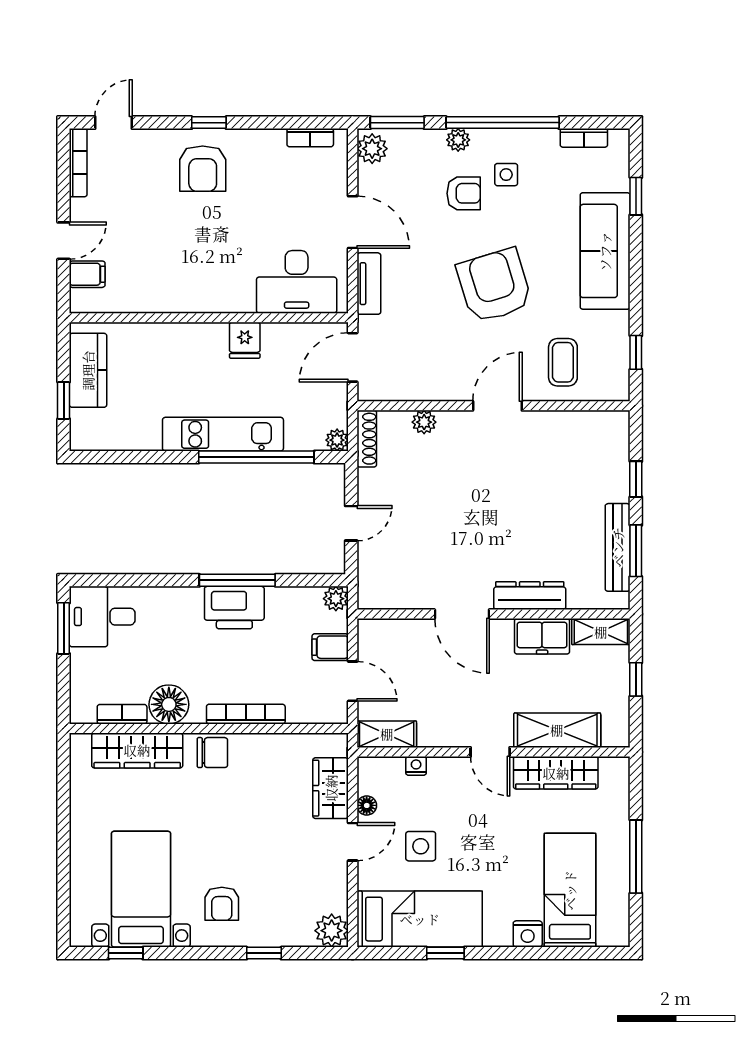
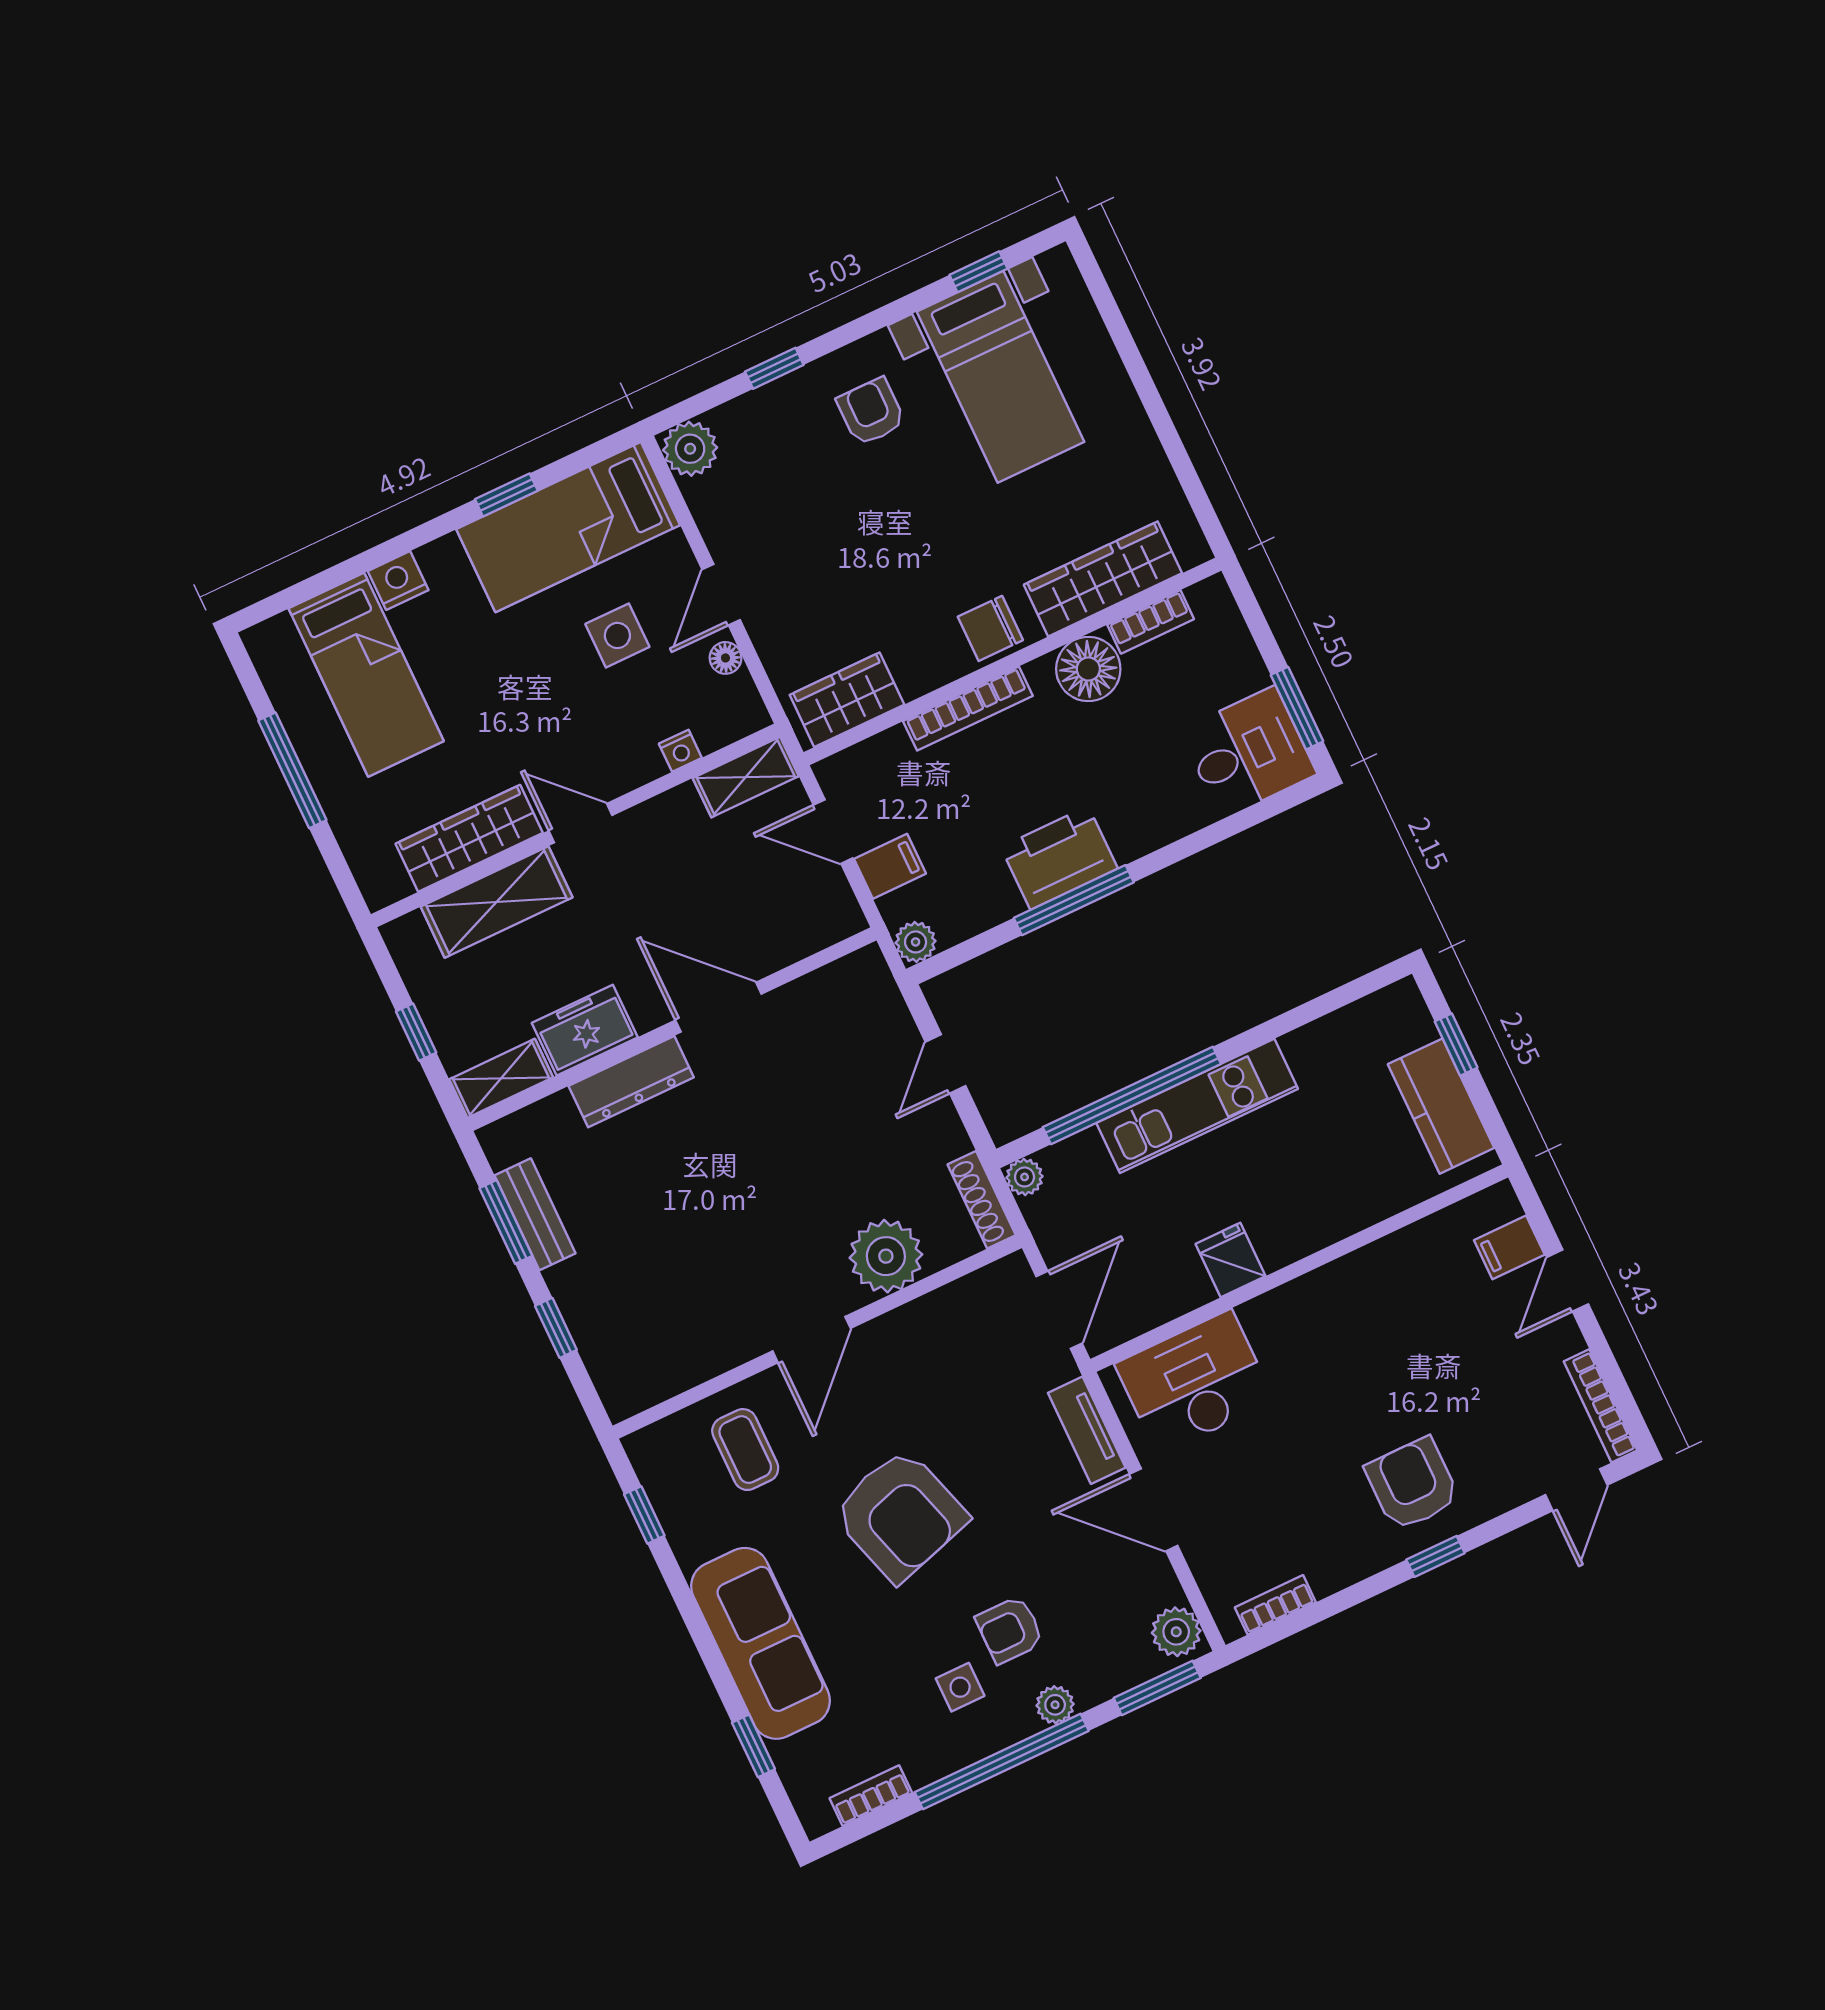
plant: (424, 422) -> (886, 1256), width x1.88, depth x1.88
bench: (618, 547) -> (535, 1214), width x0.73
wardrobe: (331, 788) -> (847, 700), moved, turned -90

